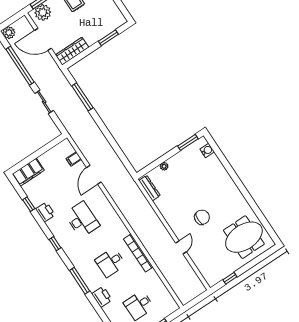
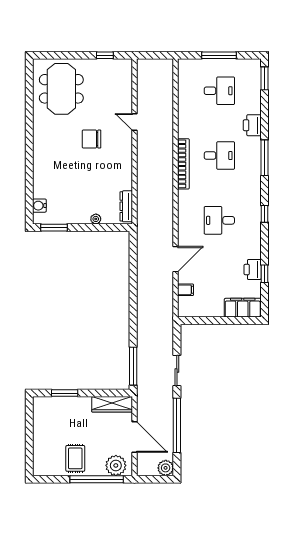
window: (82, 97) -> (133, 366), moved
printer: (45, 212) -> (253, 270), moved
desk: (82, 220) -> (219, 220), width x0.73
meeting table: (244, 237) -> (61, 89), turned 90
door: (181, 247) -> (135, 122), hinge flipped
bookcase: (138, 253) -> (183, 164), moved

